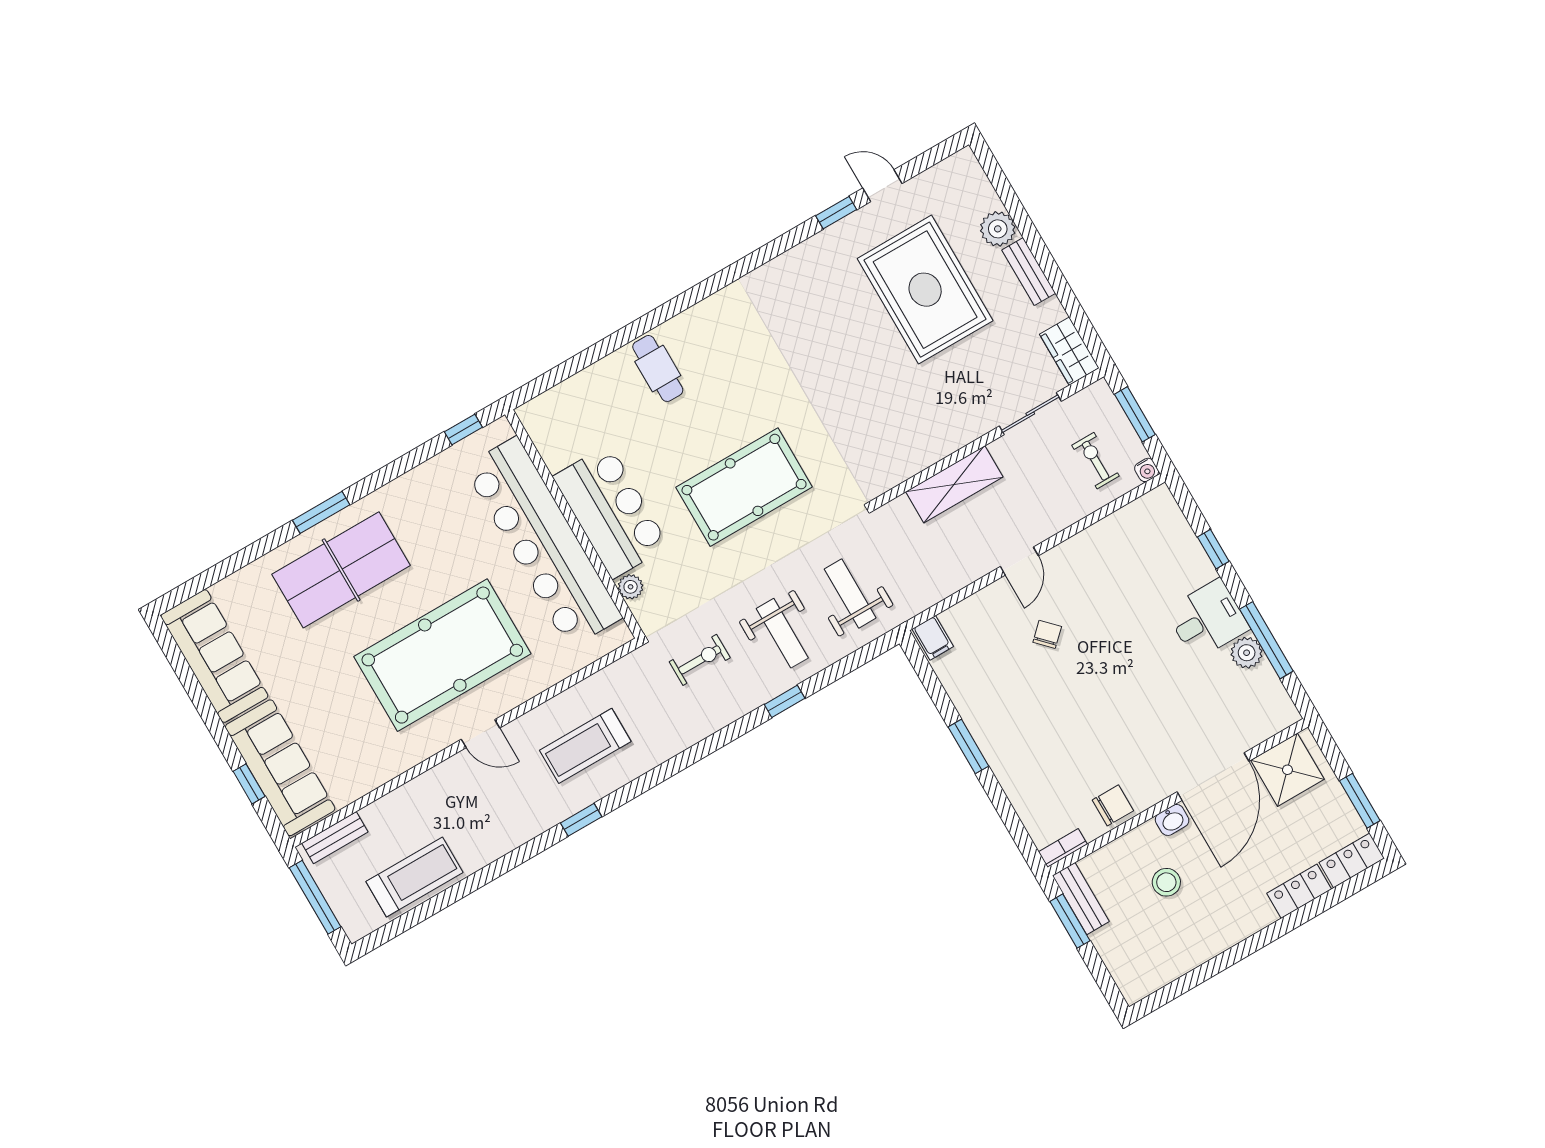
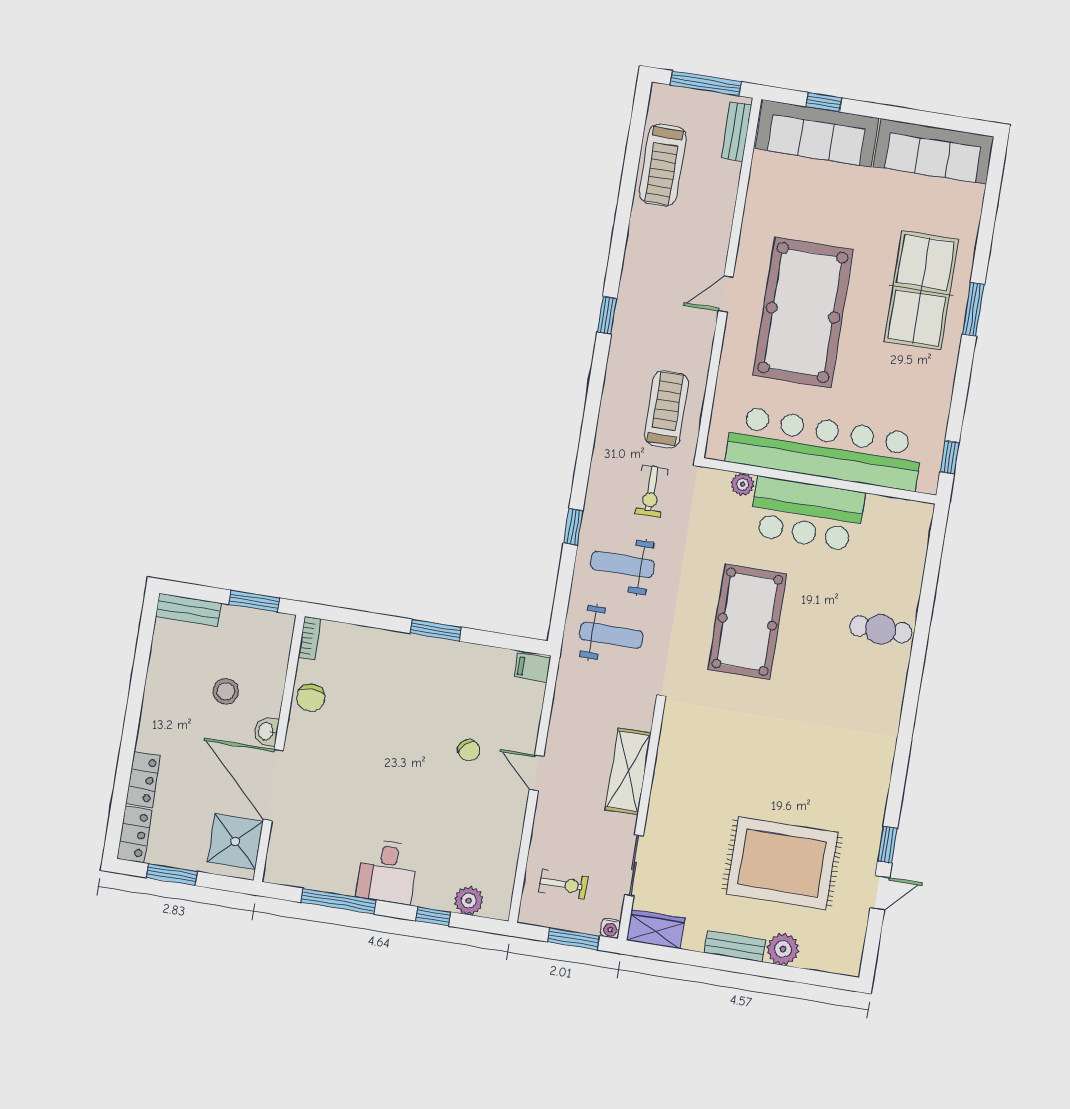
water cooler: (1147, 470) -> (610, 928), moved, turned -90
plant: (1247, 653) -> (469, 901), moved
treadmill: (585, 746) -> (666, 409), moved
bench: (1081, 899) -> (188, 610), moved

